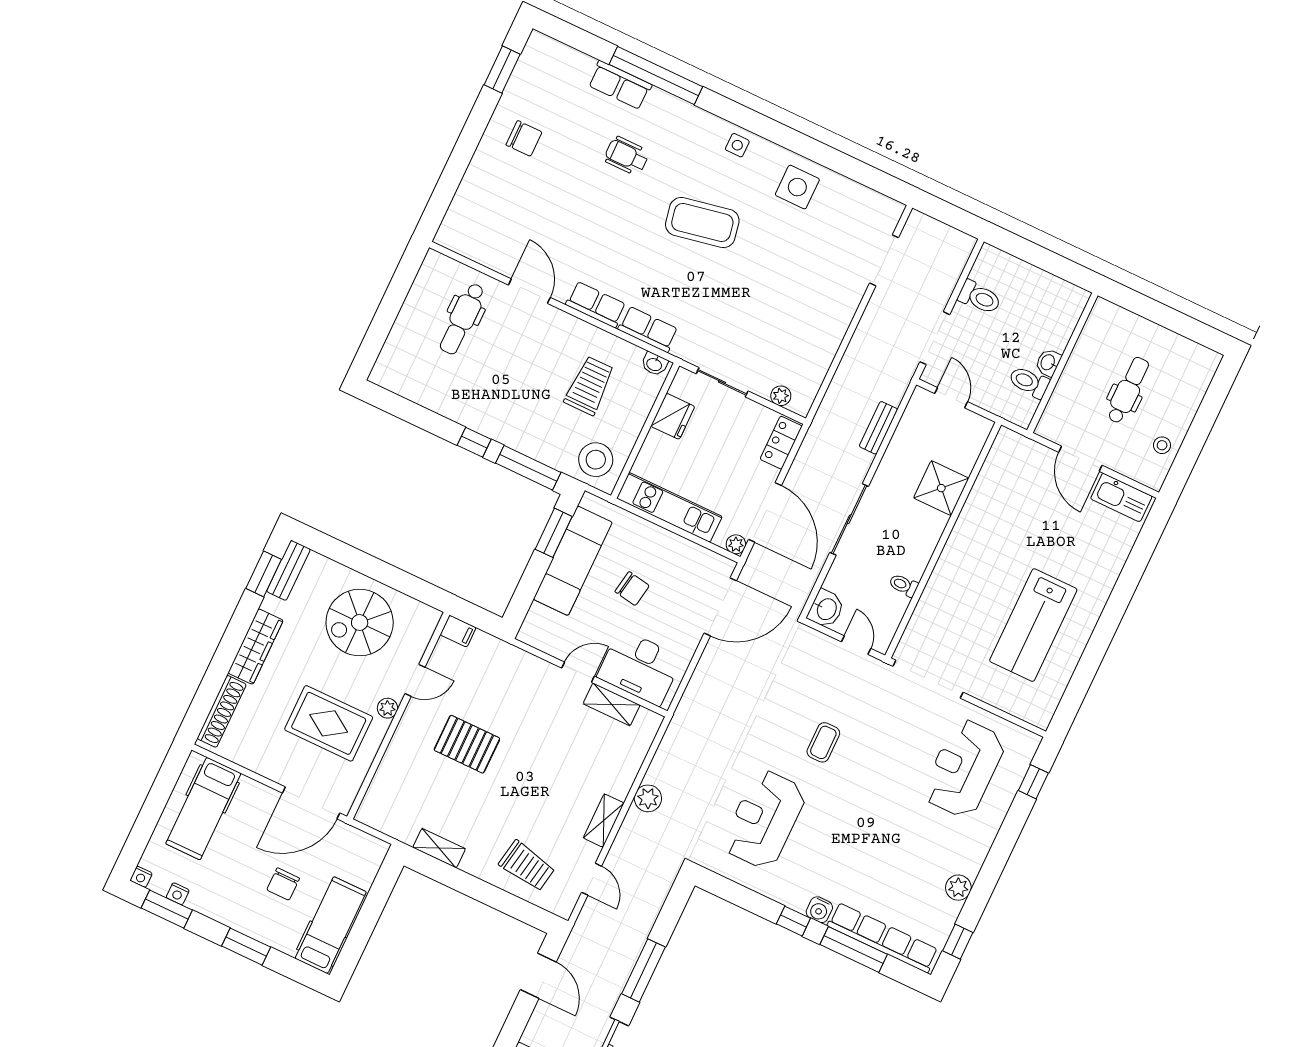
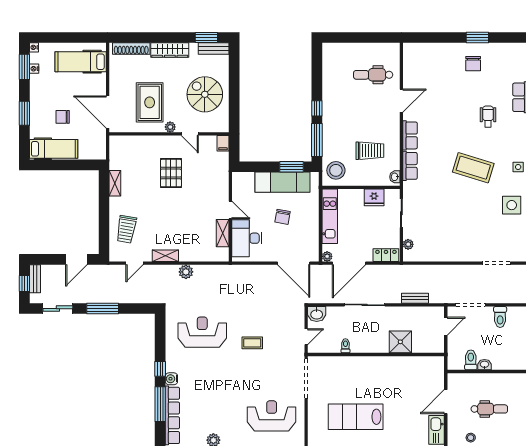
window: (502, 69) -> (477, 38), moved
coffee table: (702, 222) -> (473, 168), turned -62

